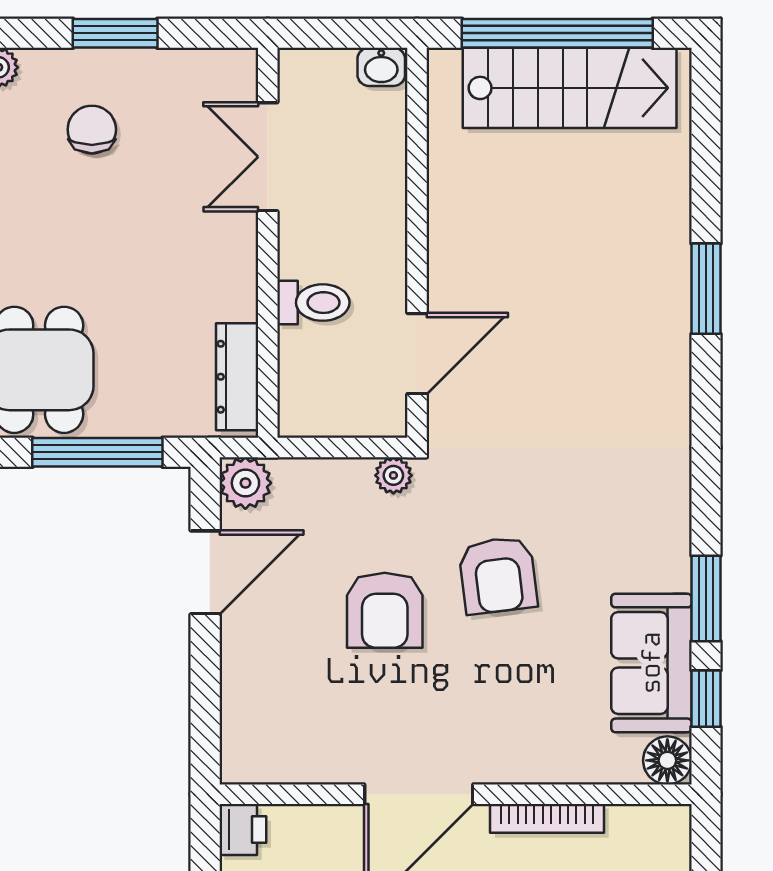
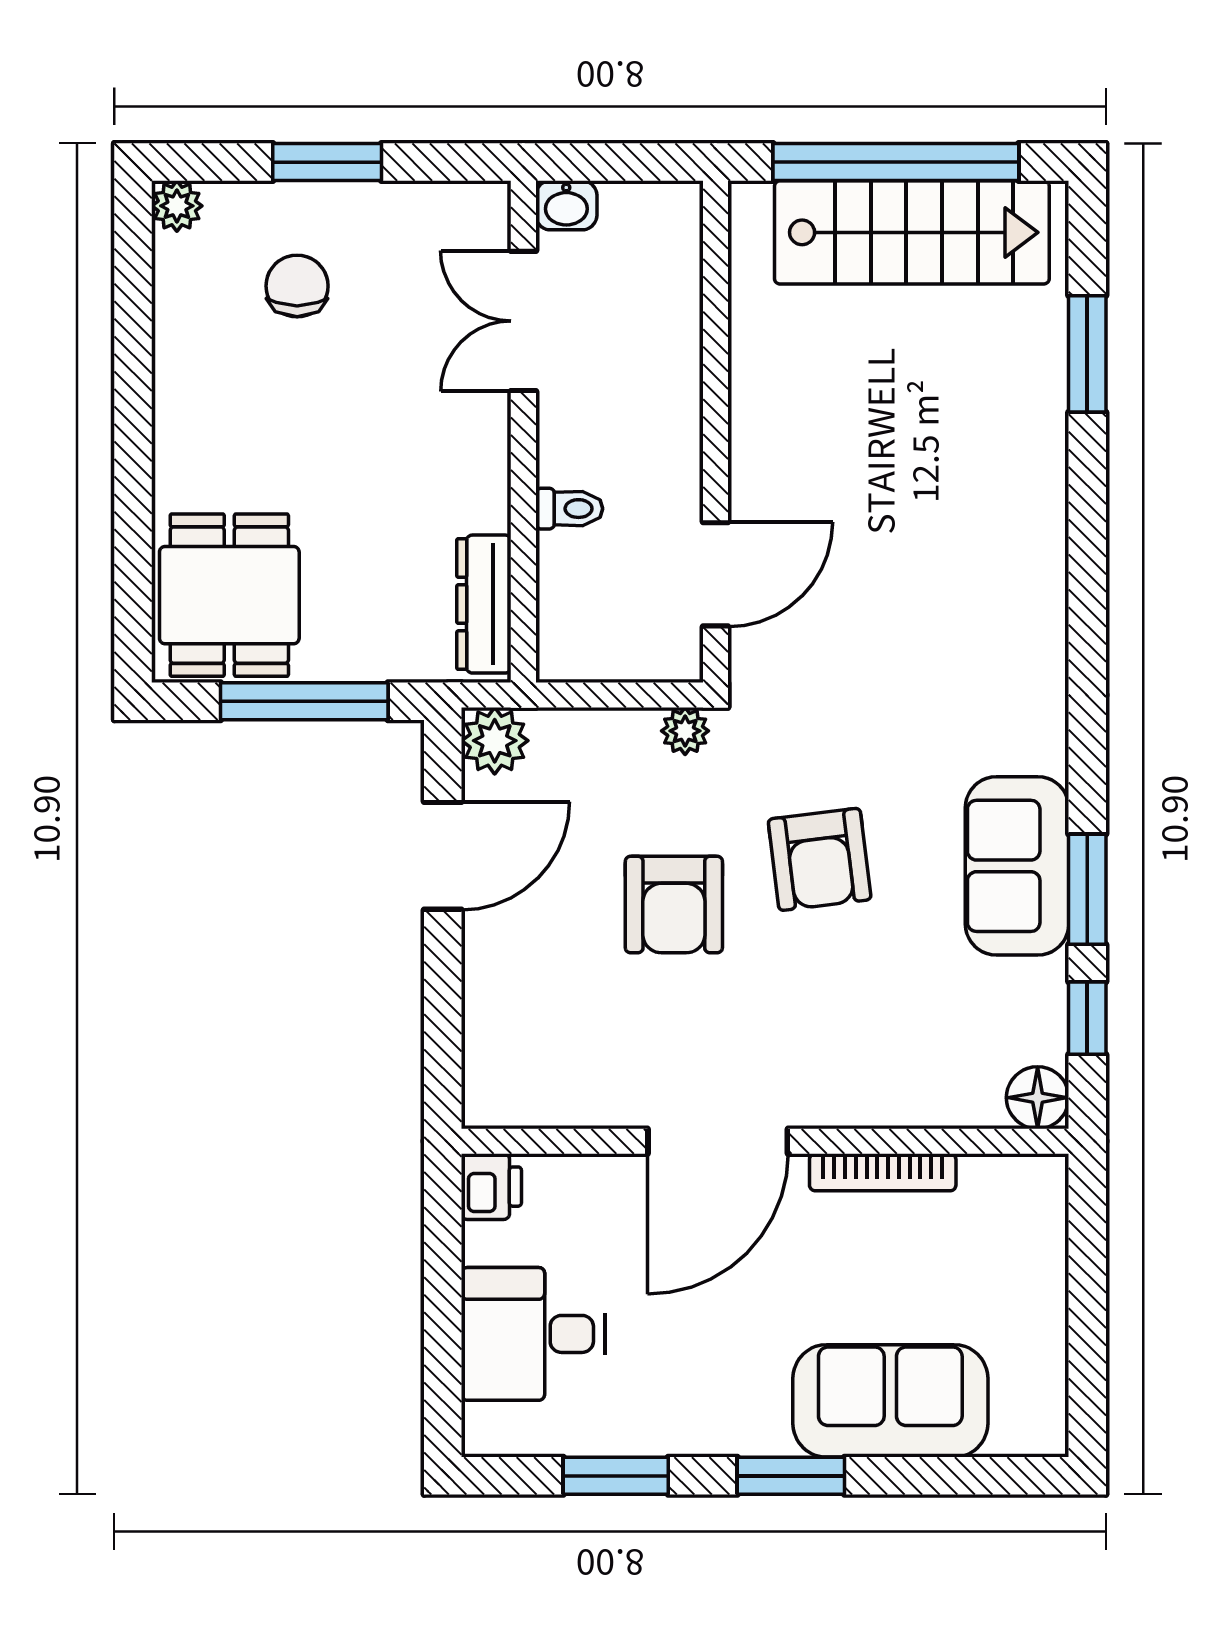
washbasin: (381, 67) -> (566, 205), moved
window: (706, 289) -> (1087, 354), moved
toilet: (313, 303) -> (569, 509), width x0.73, depth x0.72
sofa: (651, 663) -> (1017, 866), moved

